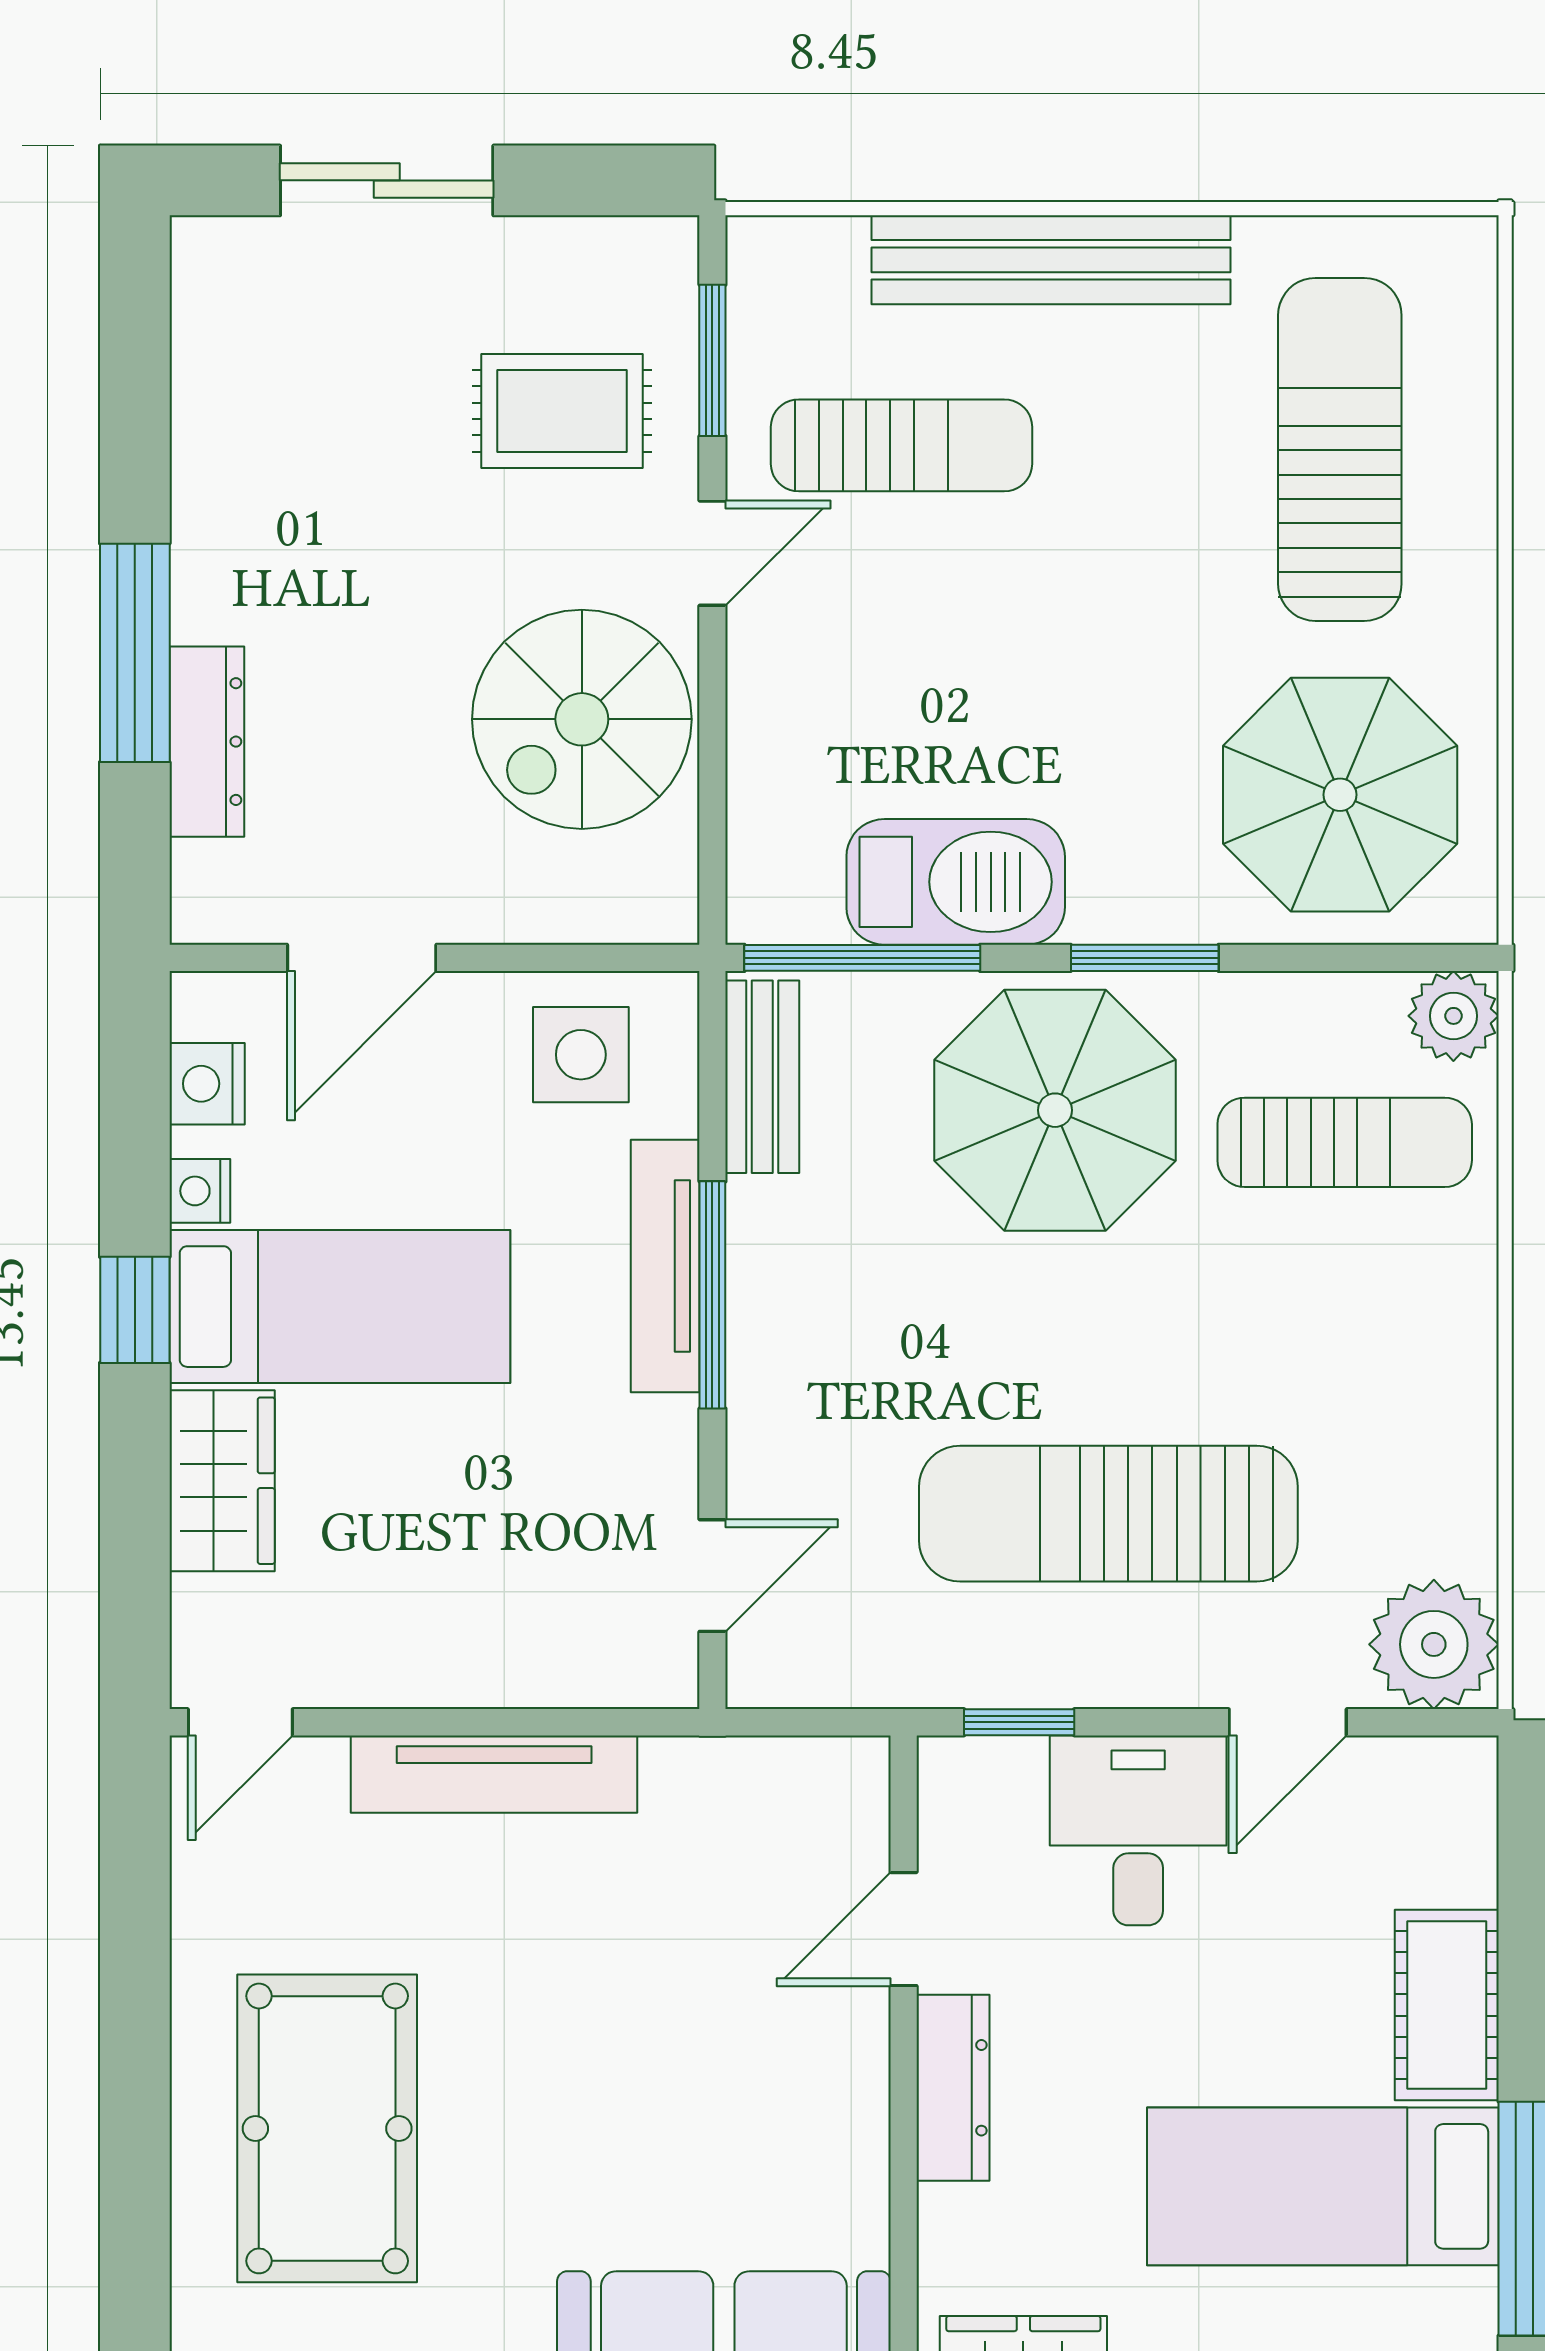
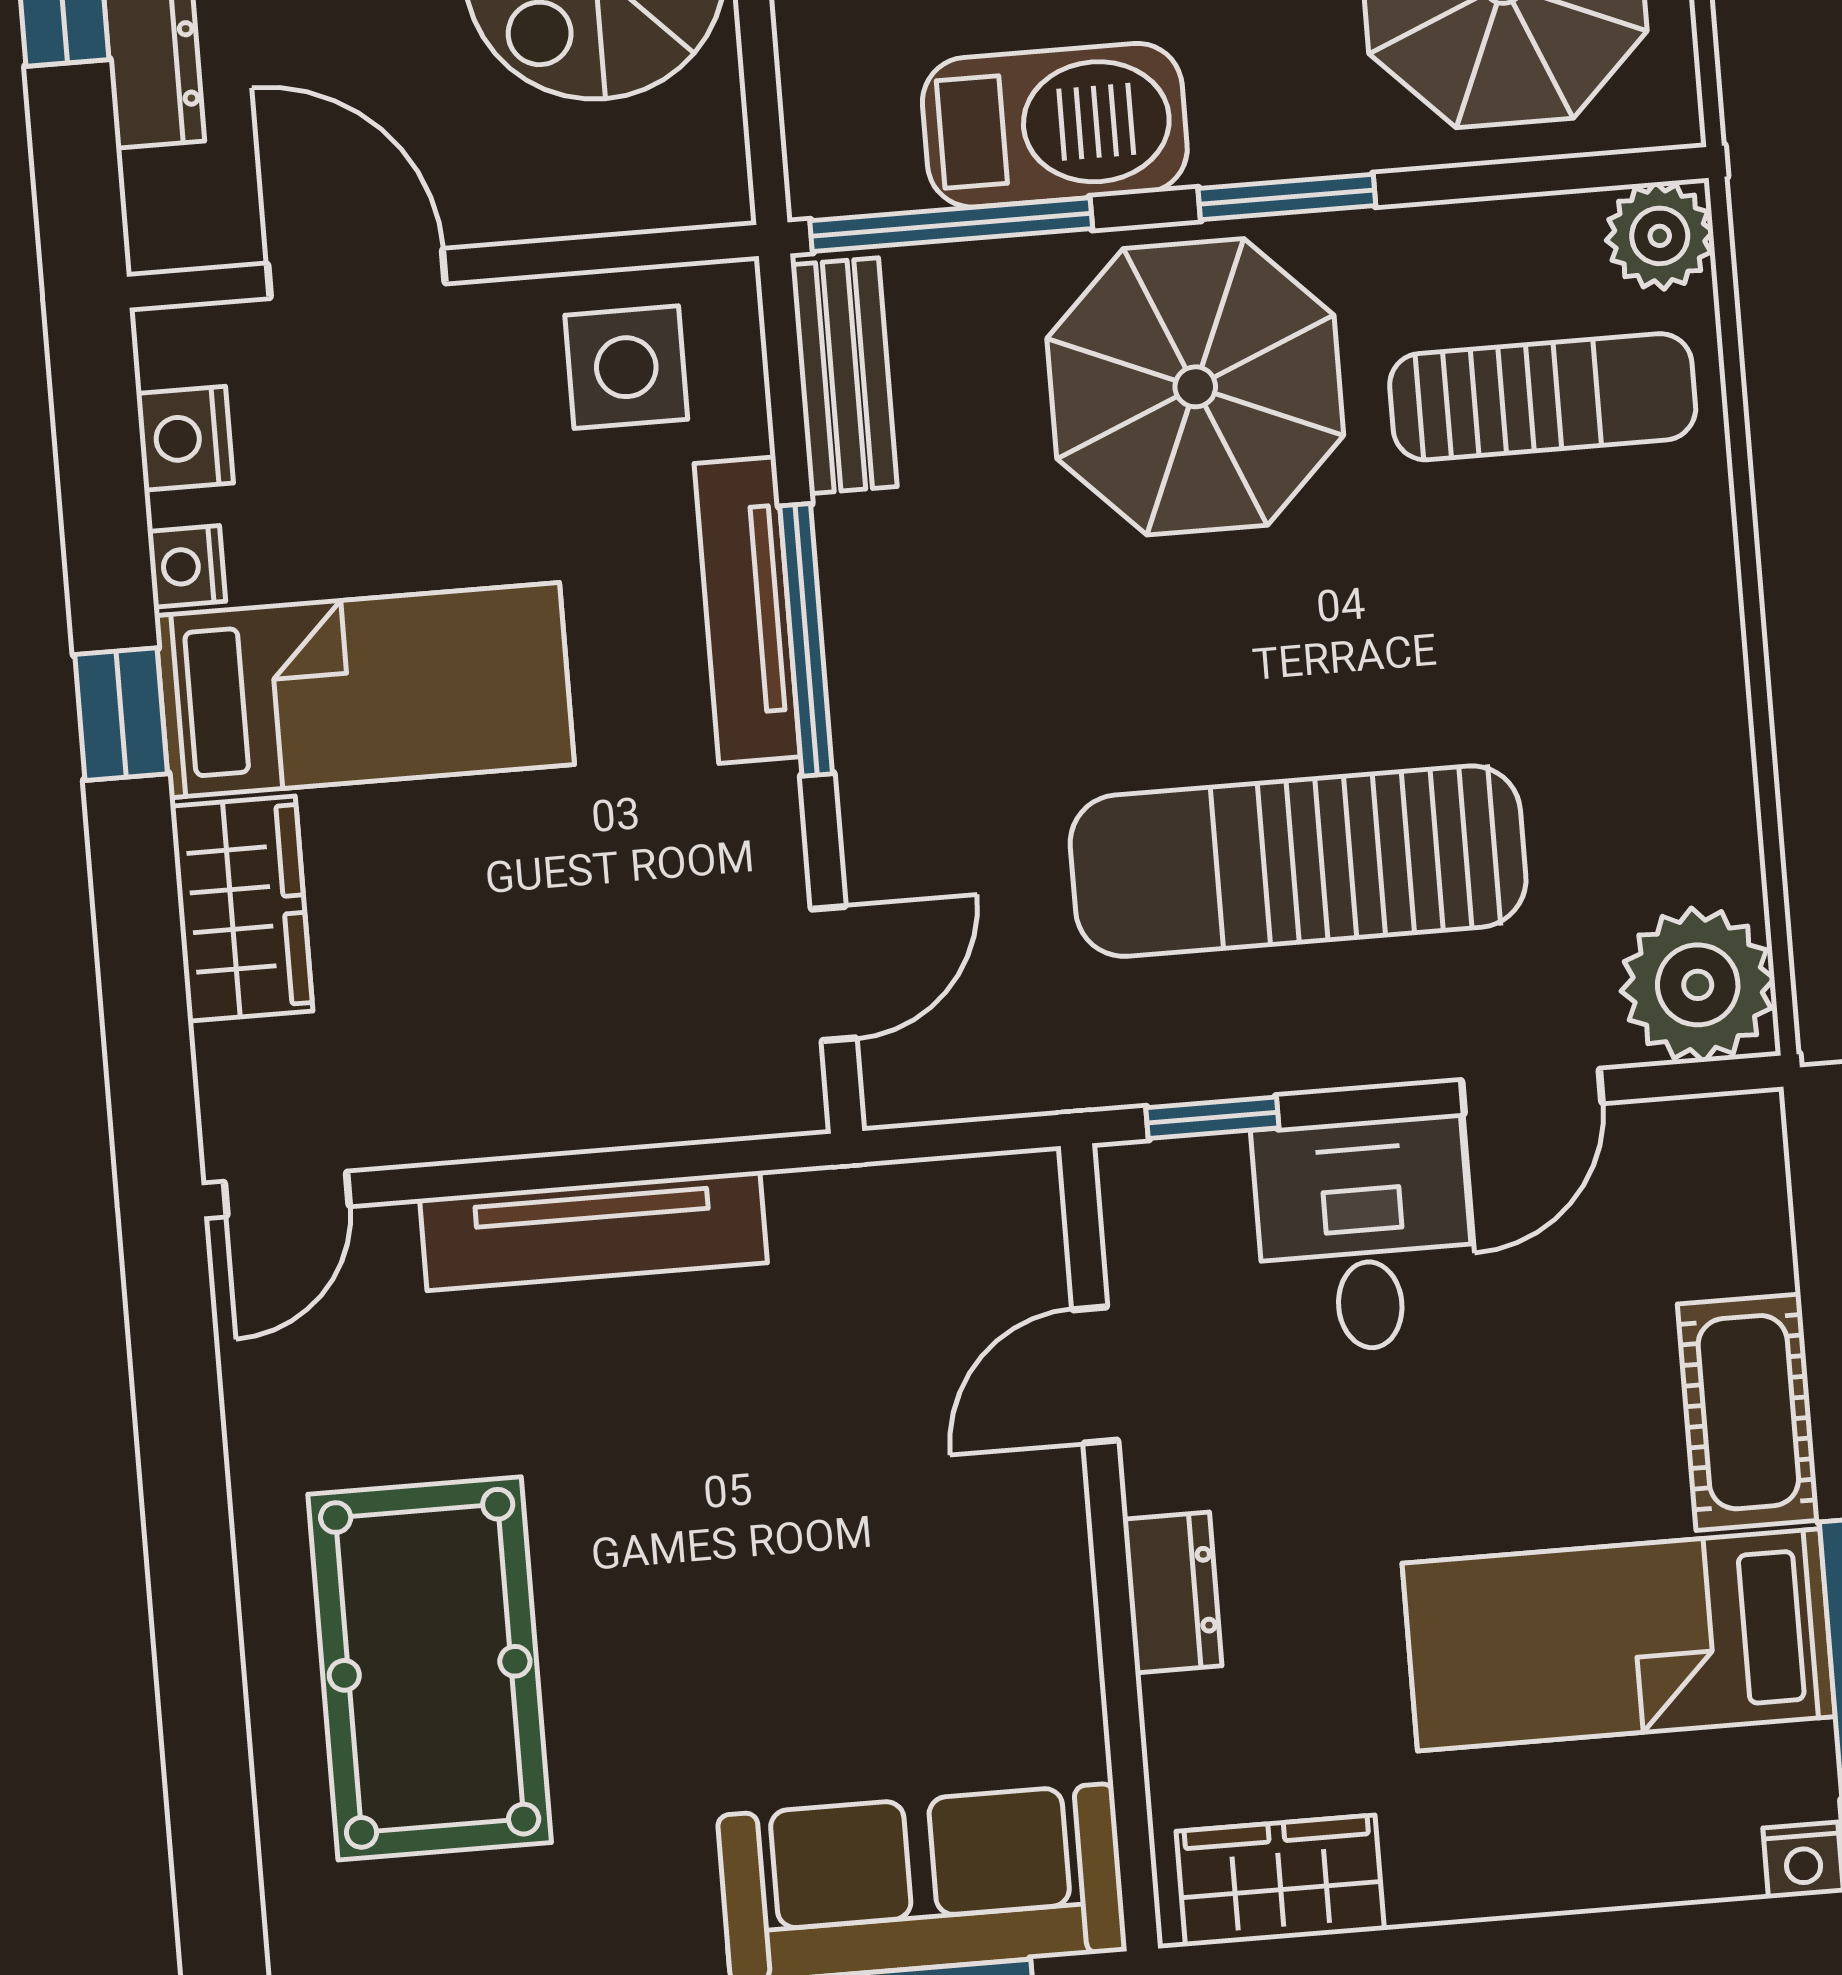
door: (362, 958) -> (356, 274), swing flipped
dresser: (953, 2088) -> (1172, 1593), width x0.70

